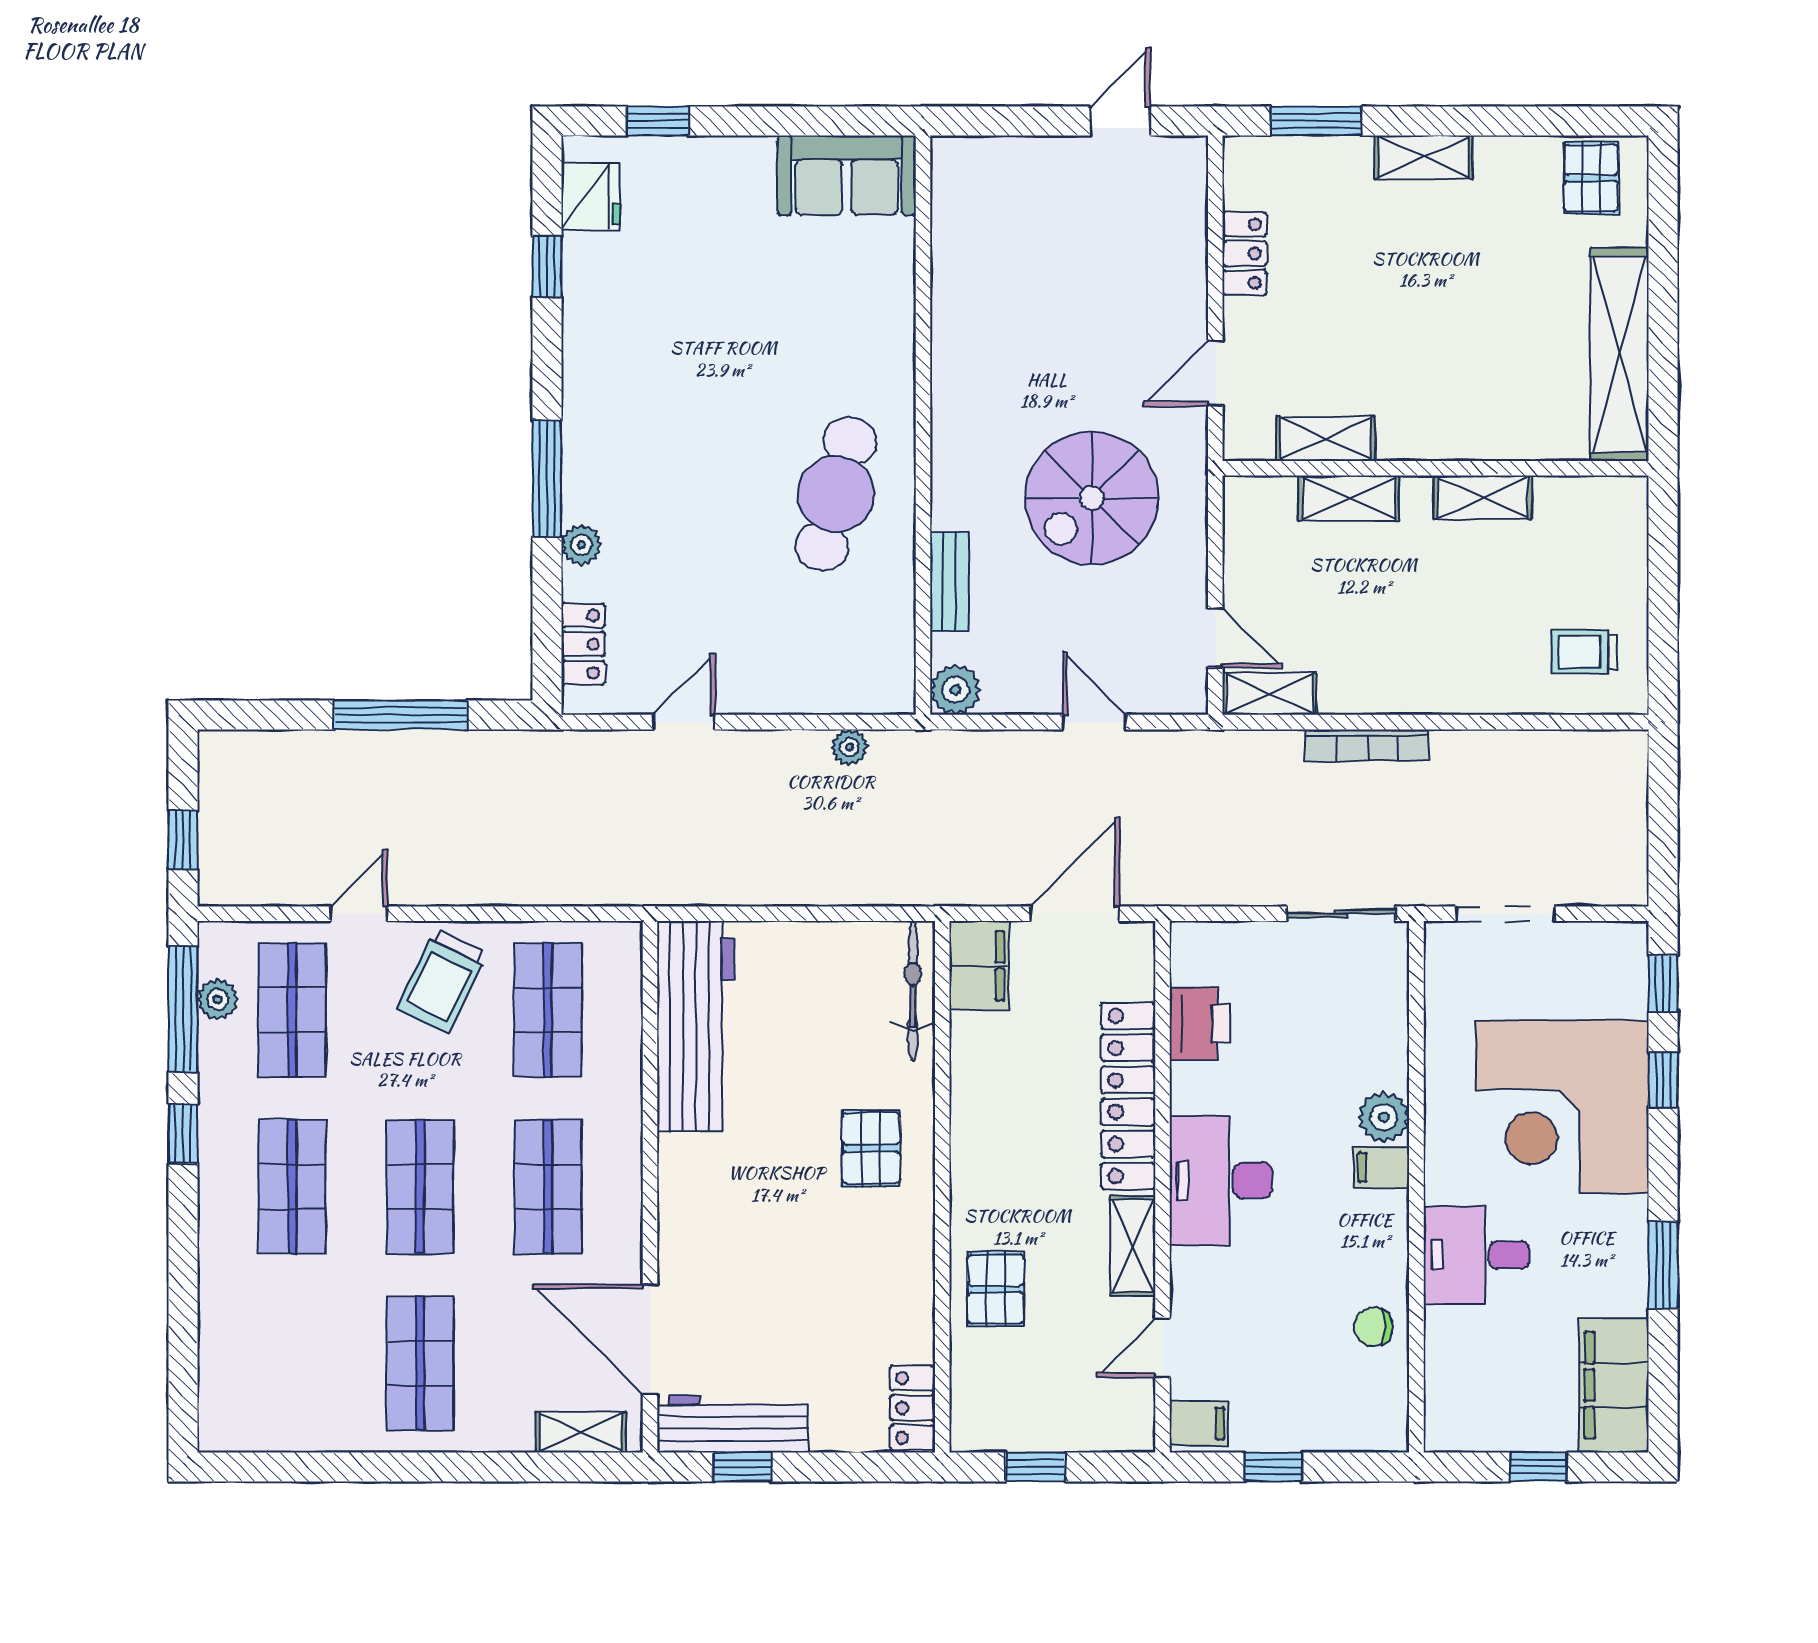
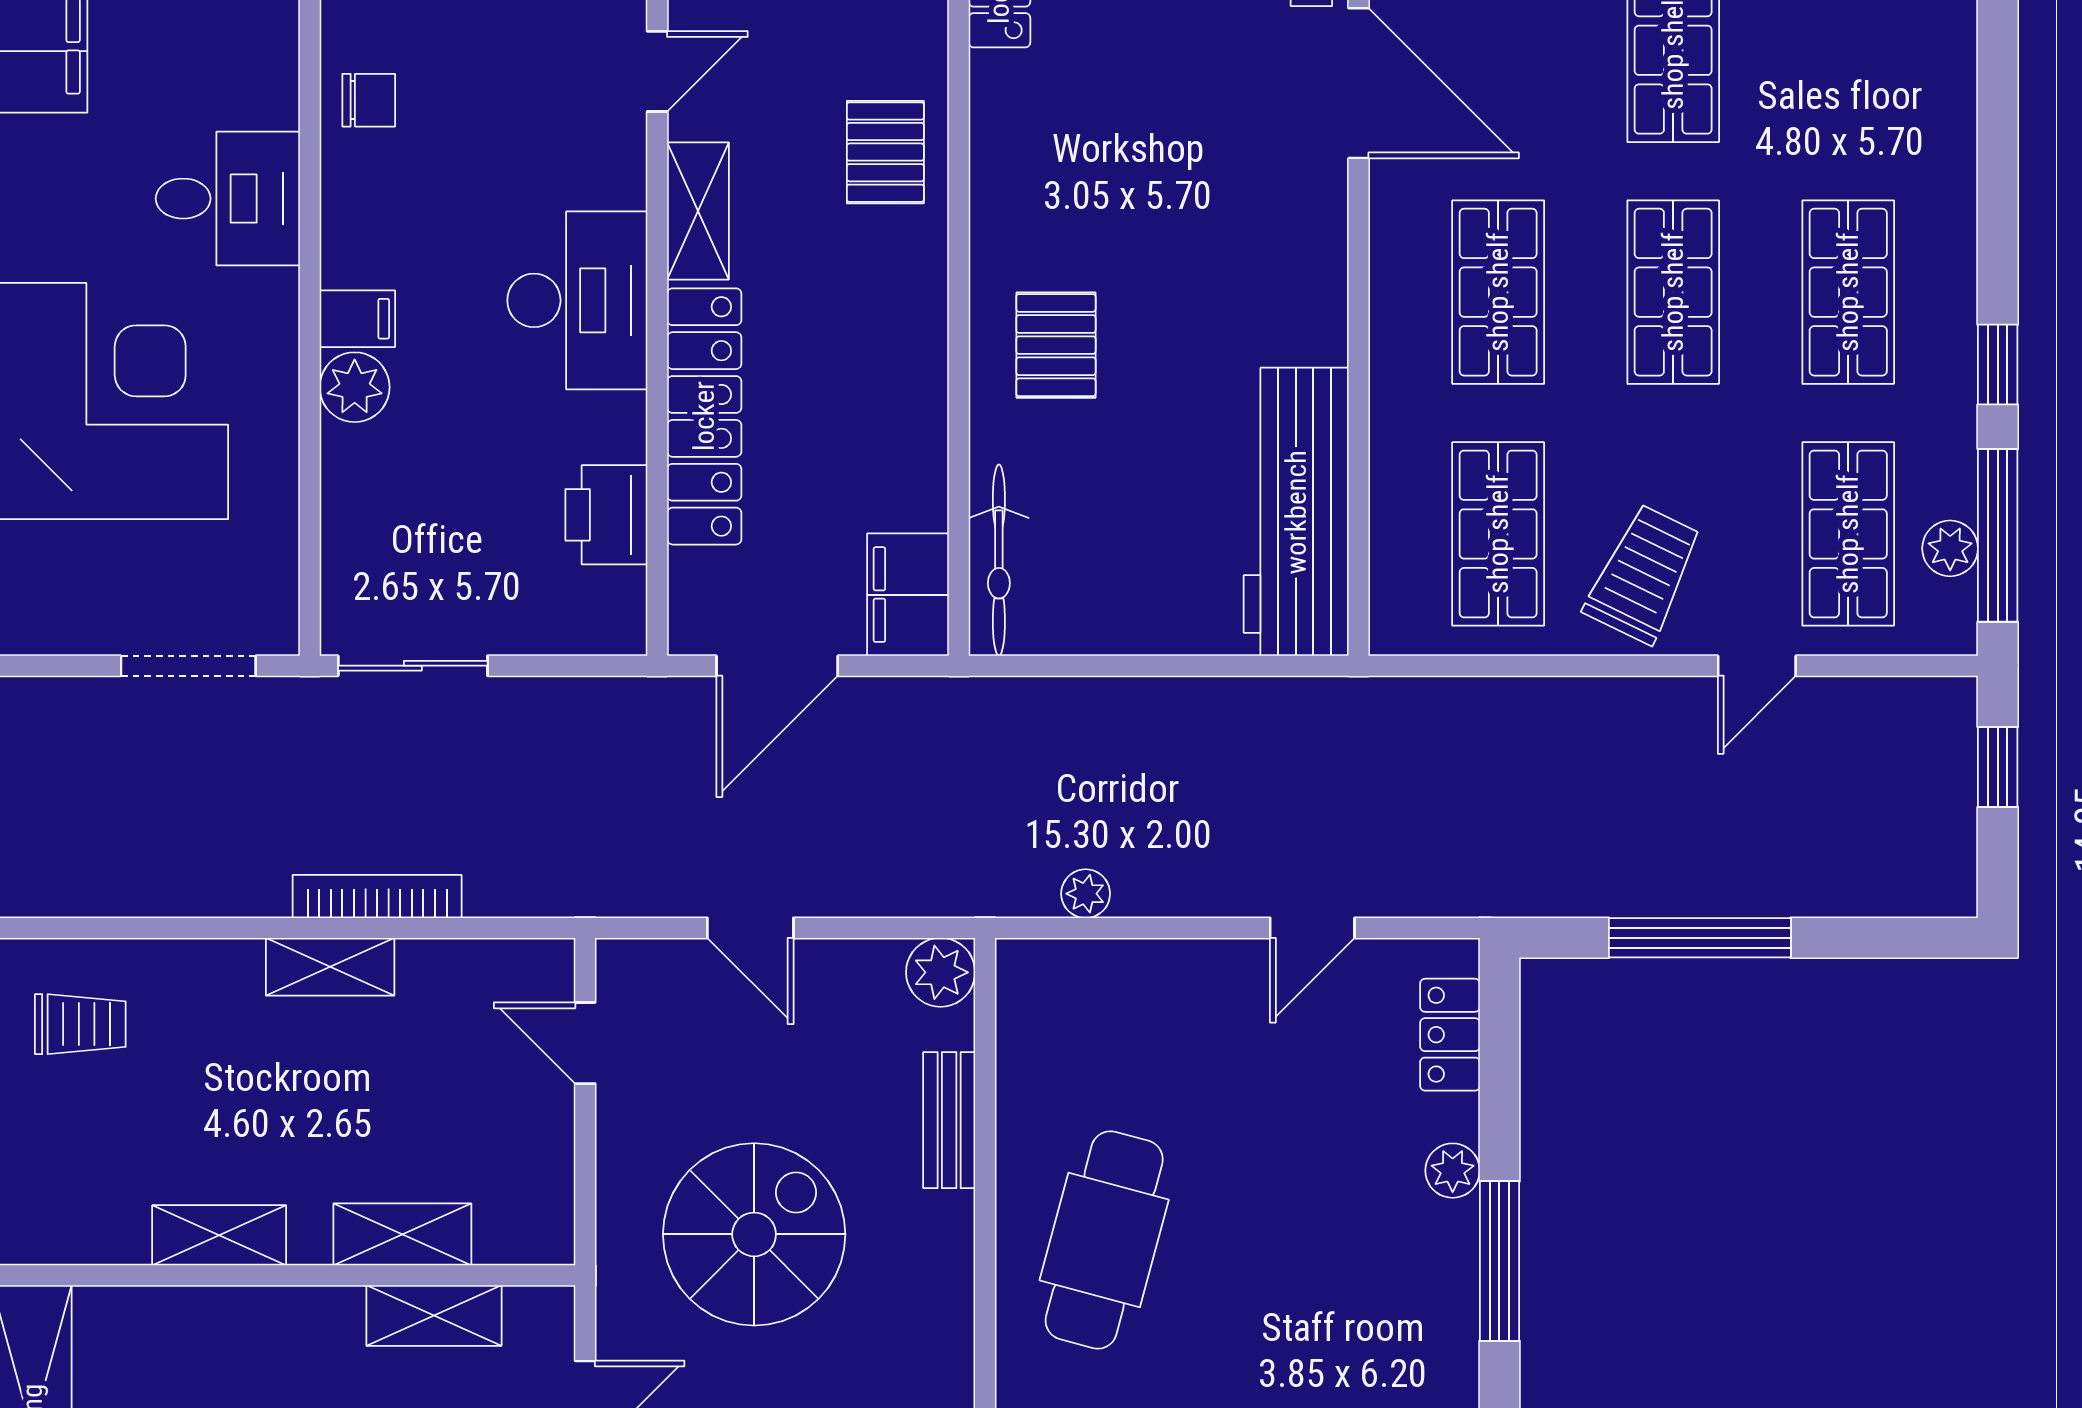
shelving: (1269, 694) -> (330, 967), moved

